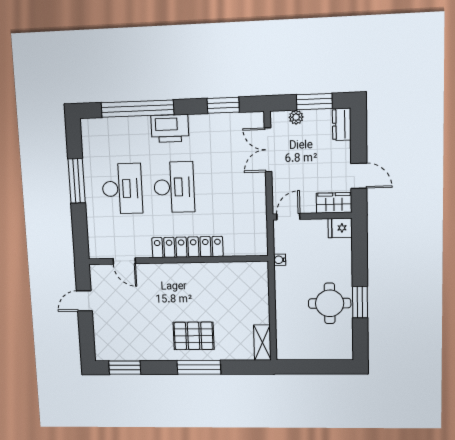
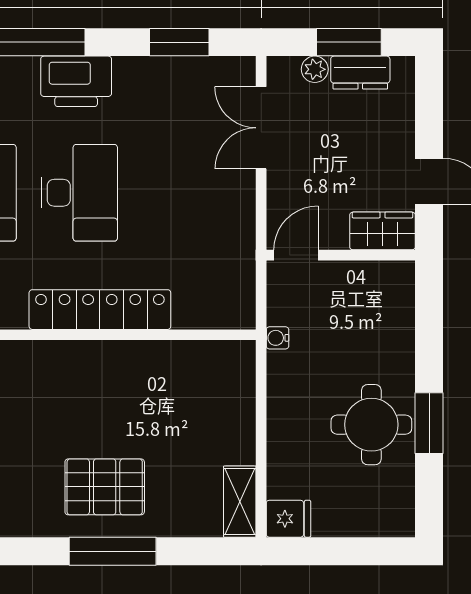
dresser: (342, 124) -> (360, 73), moved, turned -90
fridge: (340, 228) -> (288, 519), moved, turned 180

